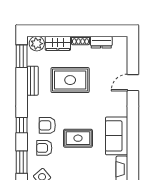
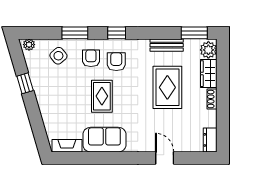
dresser: (101, 42) -> (210, 140), moved

